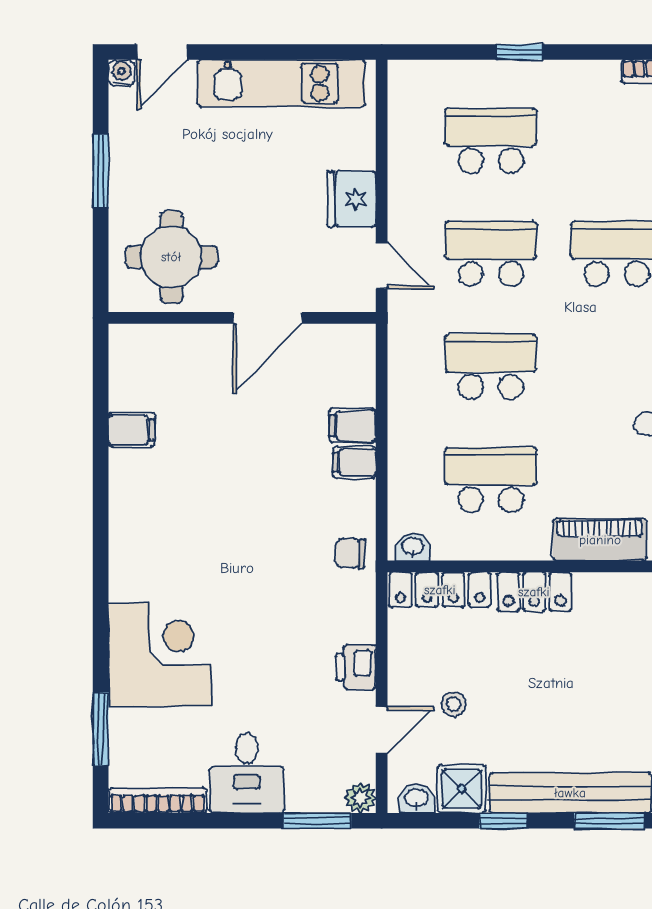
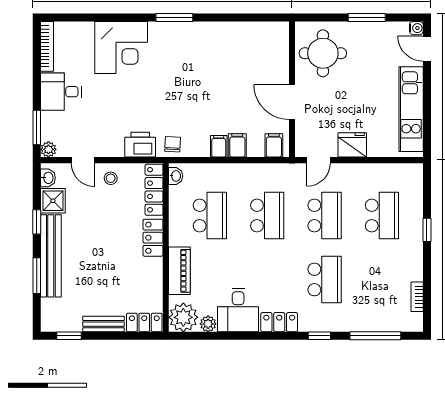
filing cabinet: (131, 430) -> (274, 145), moved, turned 180
printer: (356, 667) -> (140, 145), moved, width x1.36, depth x1.24
stool: (454, 704) -> (111, 178), moved
window: (101, 729) -> (174, 17), moved

